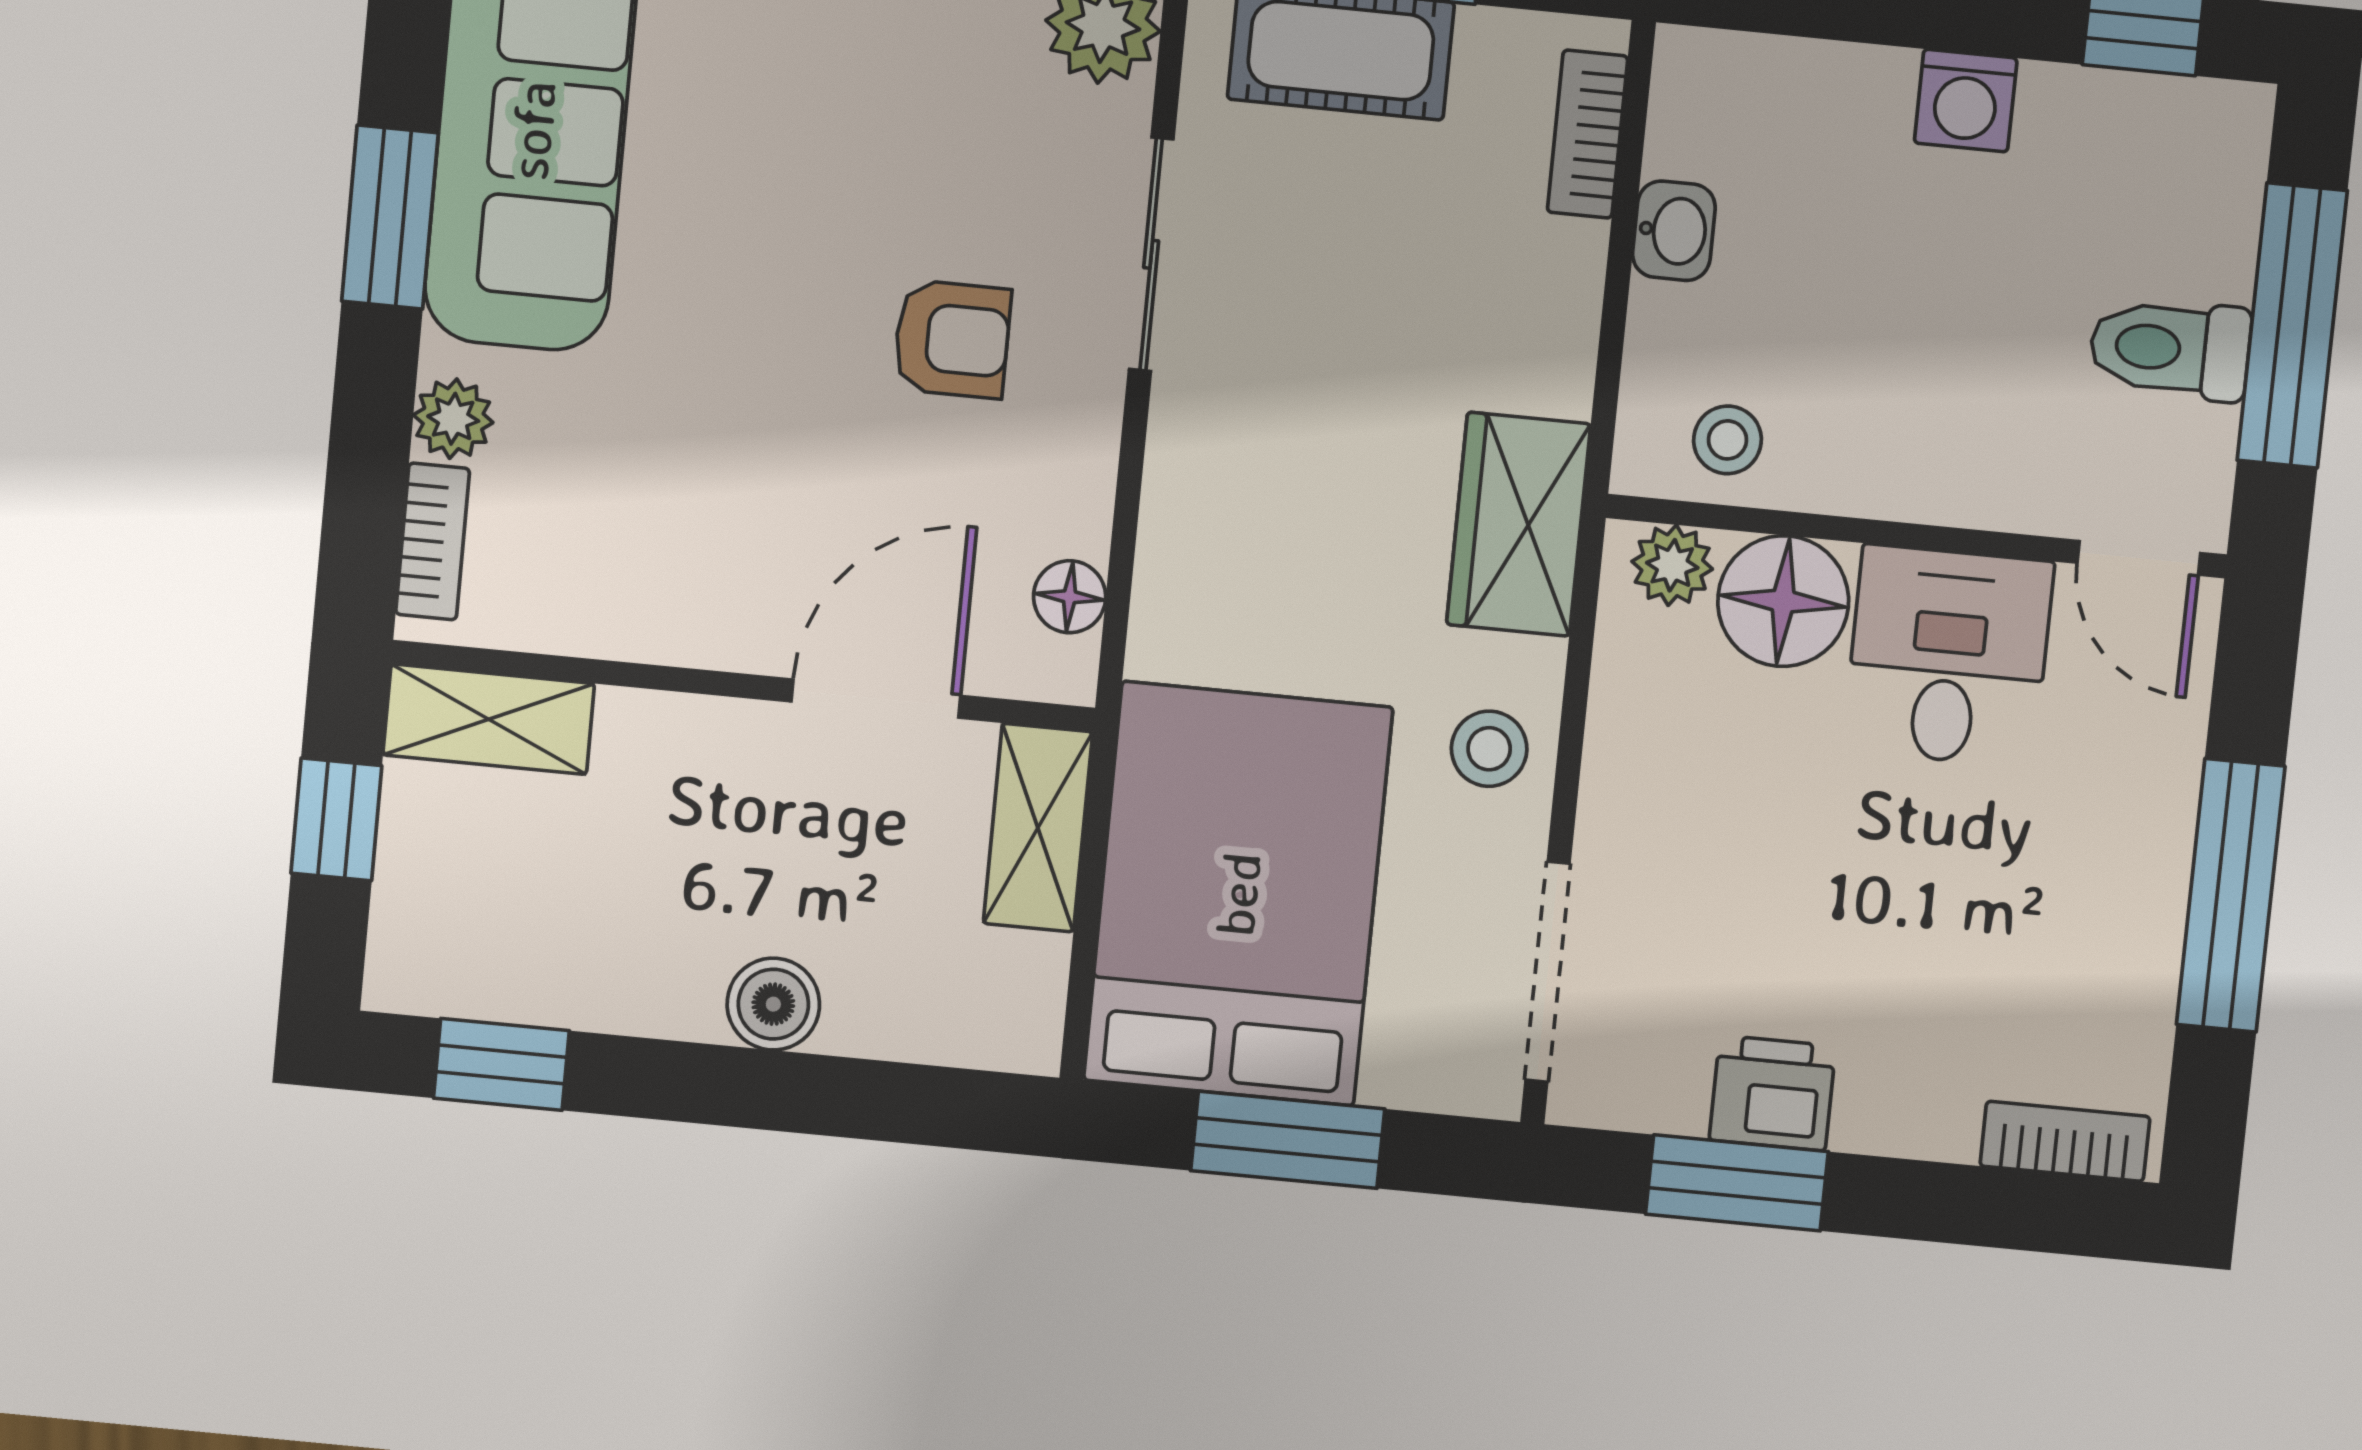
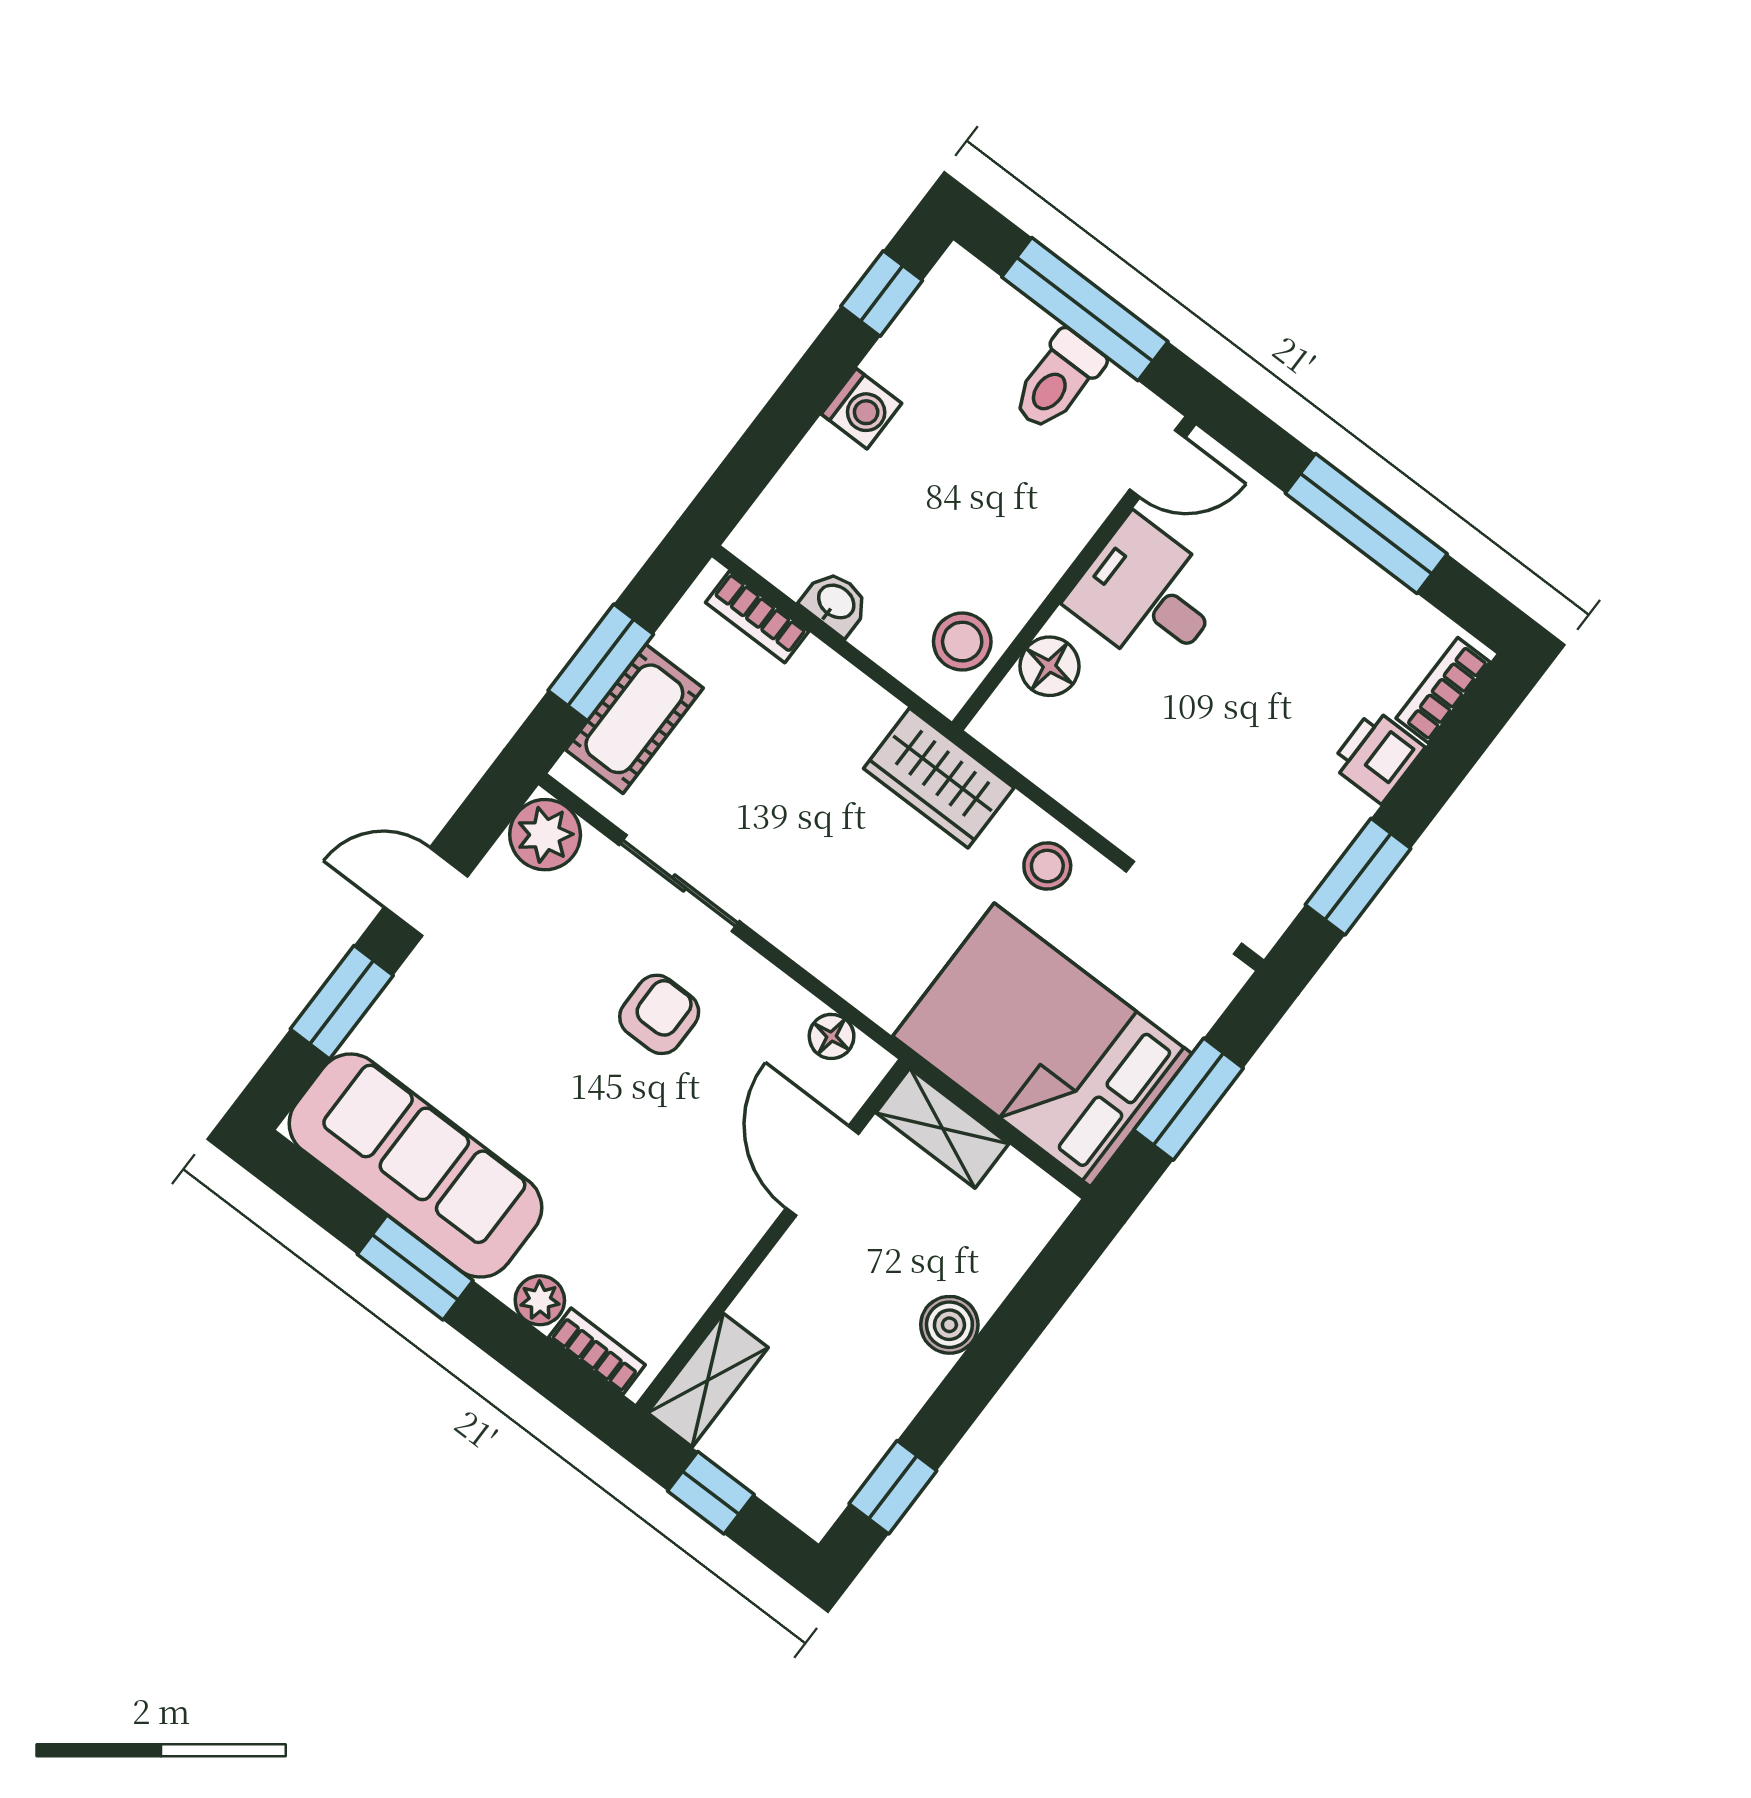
stool: (1728, 440) -> (962, 642), width x1.37, depth x1.37
plant: (1672, 565) -> (1010, 711), removed
floor lamp: (1783, 601) -> (1050, 666), width x0.73, depth x0.73
printer: (1772, 1093) -> (1377, 756), moved

